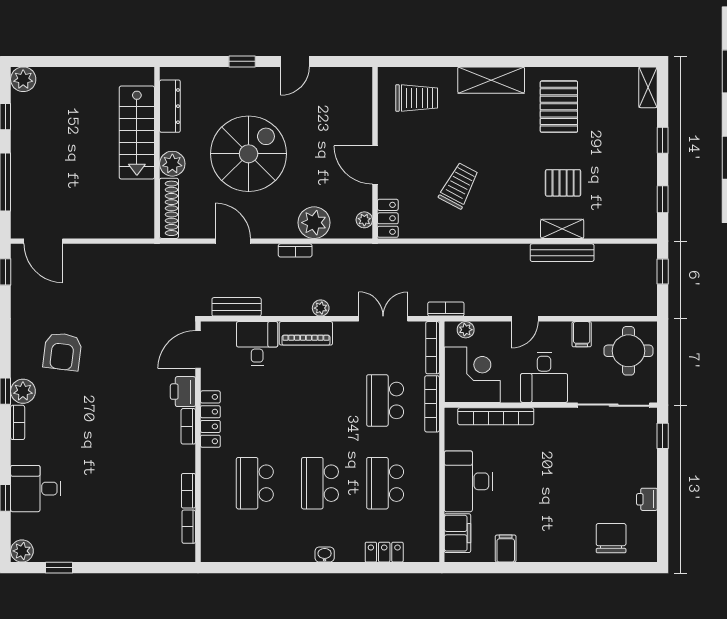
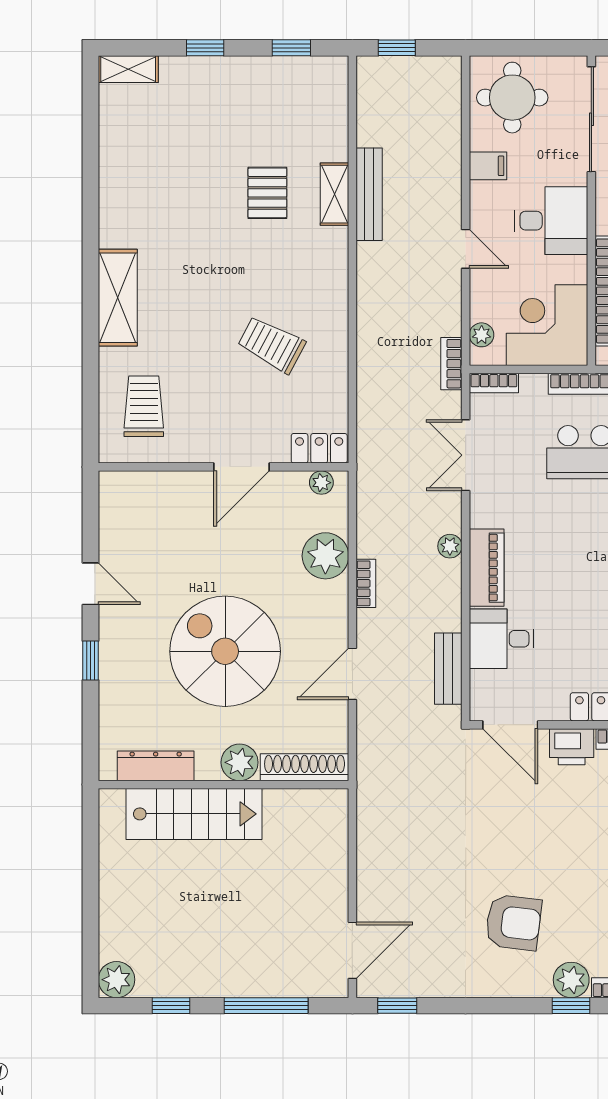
pallet: (559, 107) -> (156, 199), removed
bookcase: (433, 348) -> (494, 383), width x0.64

